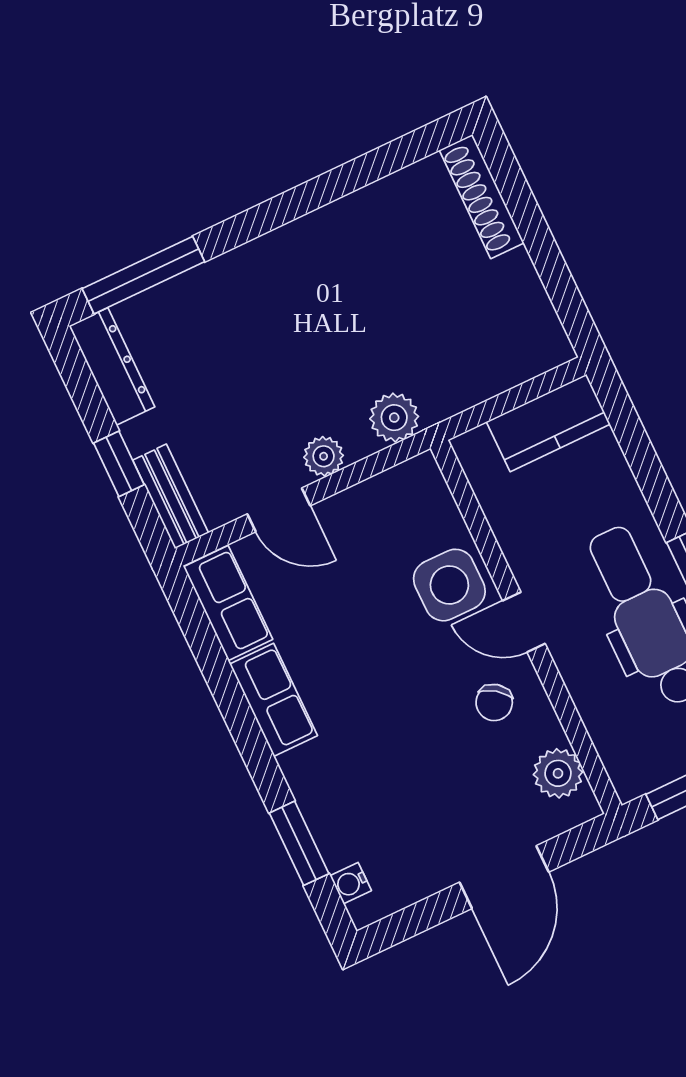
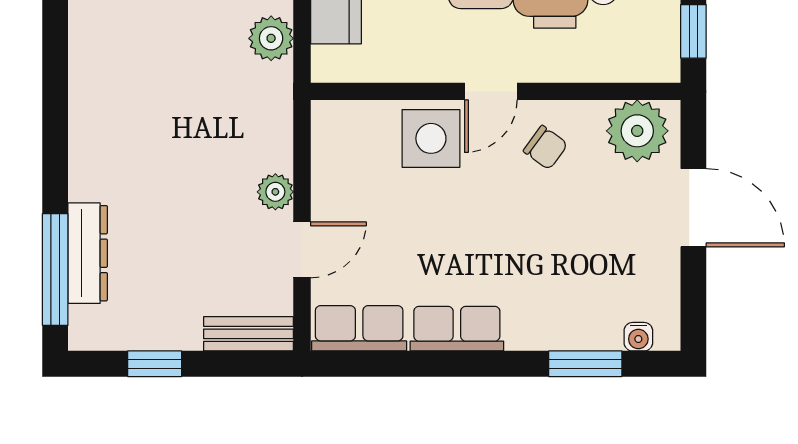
dresser: (112, 366) -> (88, 253), moved, turned 90
plant: (394, 418) -> (271, 38), moved
window: (119, 464) -> (155, 364), moved
plant: (558, 773) -> (637, 131), width x1.36, depth x1.36

